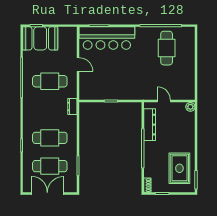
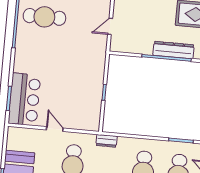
bar counter: (107, 38) -> (24, 99), width x0.73
door: (78, 64) -> (55, 129), hinge flipped
dresser: (150, 125) -> (173, 50), moved

